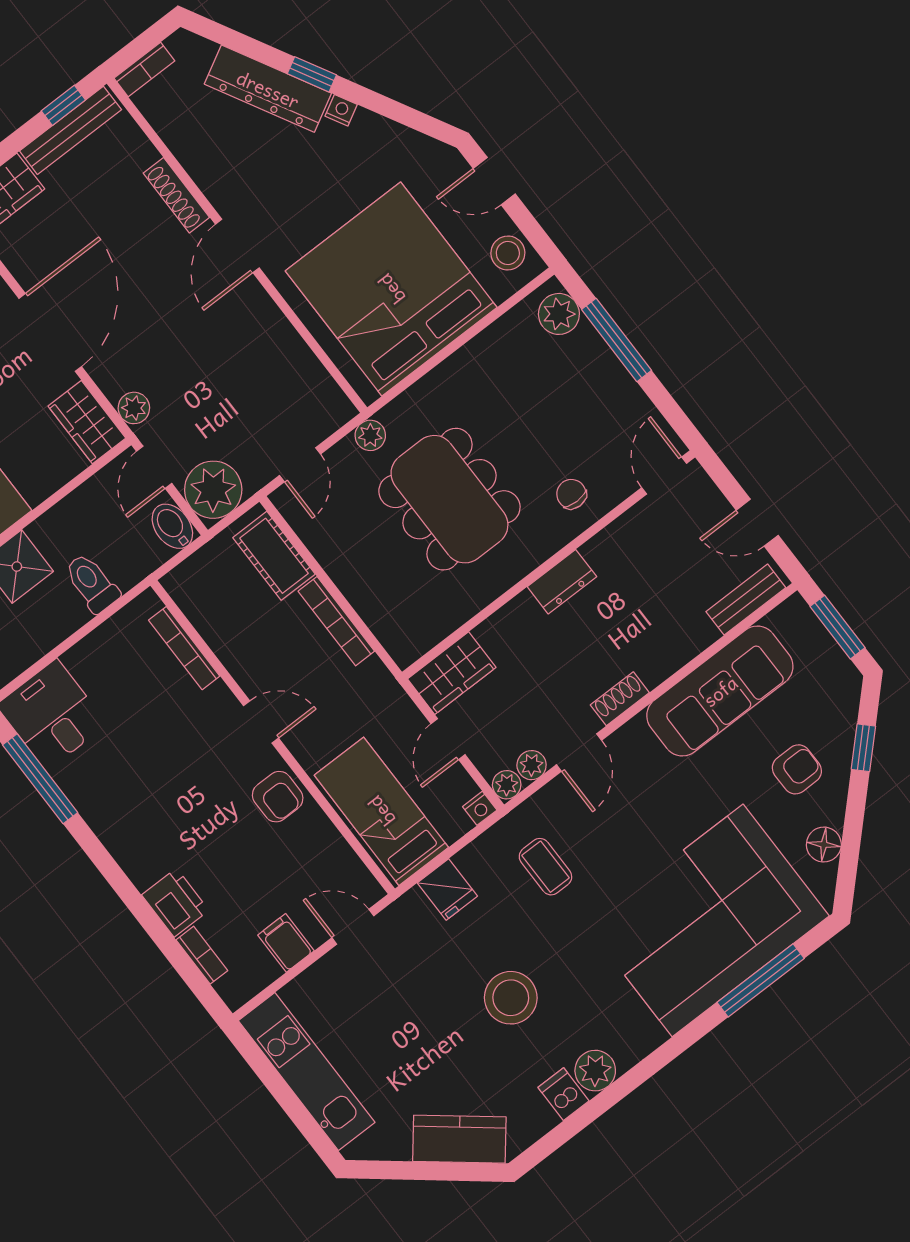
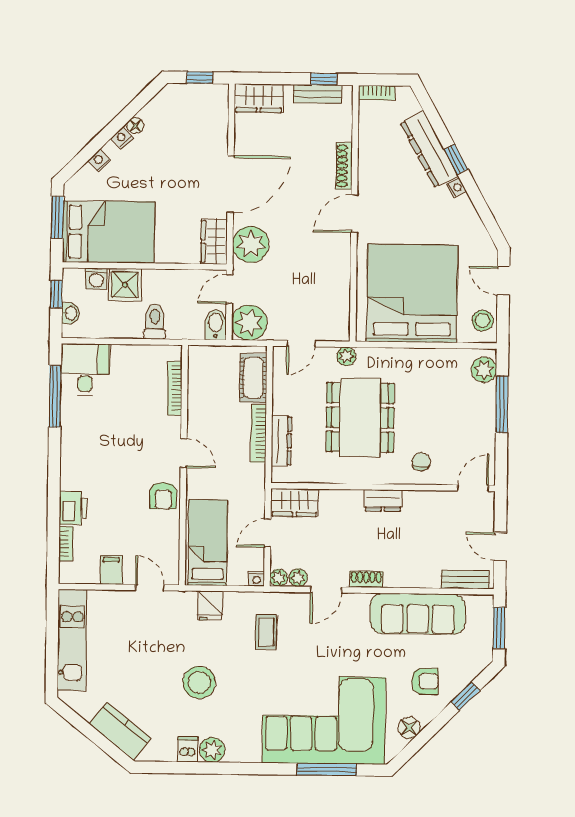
bench: (70, 130) -> (318, 94), width x0.73
plant: (134, 408) -> (251, 244), width x1.88, depth x1.88
dresser: (373, 608) -> (281, 441), added

